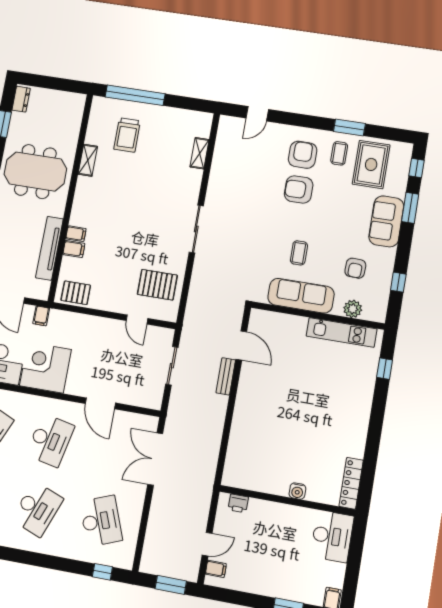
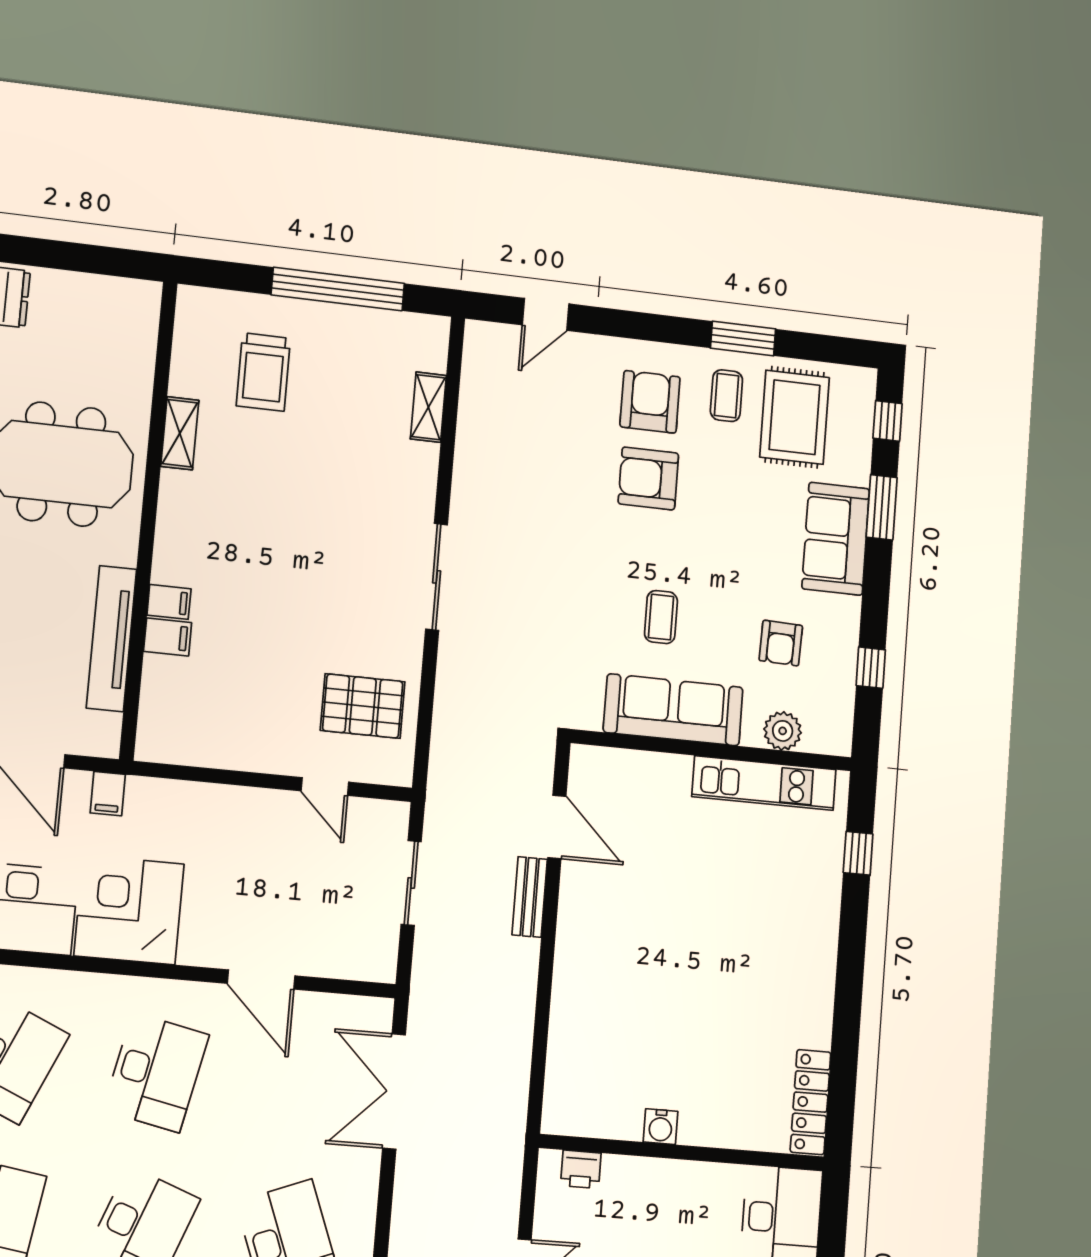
window: (135, 95) -> (338, 289), moved
pallet: (76, 293) -> (182, 736), removed
water cooler: (297, 491) -> (661, 1127), moved

